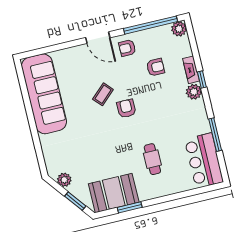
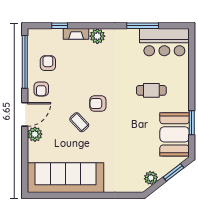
plant: (179, 29) -> (35, 134), moved
armchair: (156, 67) -> (48, 63), moved
window: (202, 79) -> (60, 26), moved

